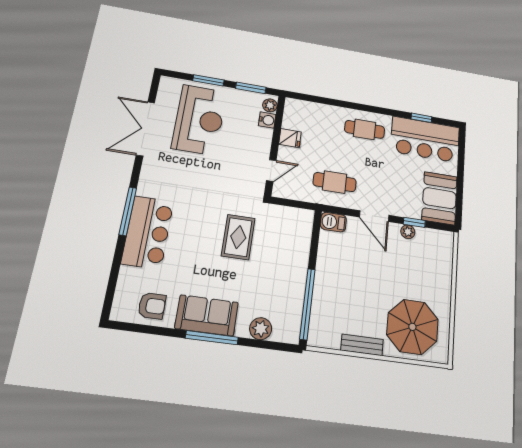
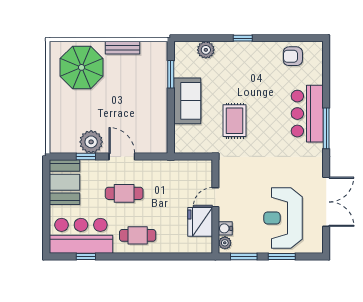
fridge: (290, 138) -> (200, 222), width x1.88, depth x1.34
door: (271, 171) -> (215, 197), moved
cafe table: (335, 182) -> (124, 193), moved
barbecue: (333, 222) -> (157, 146), removed
plant: (408, 232) -> (91, 142), width x1.88, depth x1.88
window: (307, 304) -> (171, 74), width x0.47
sofa: (207, 315) -> (187, 101), moved, turned -90
window: (212, 338) -> (243, 38), width x0.46

